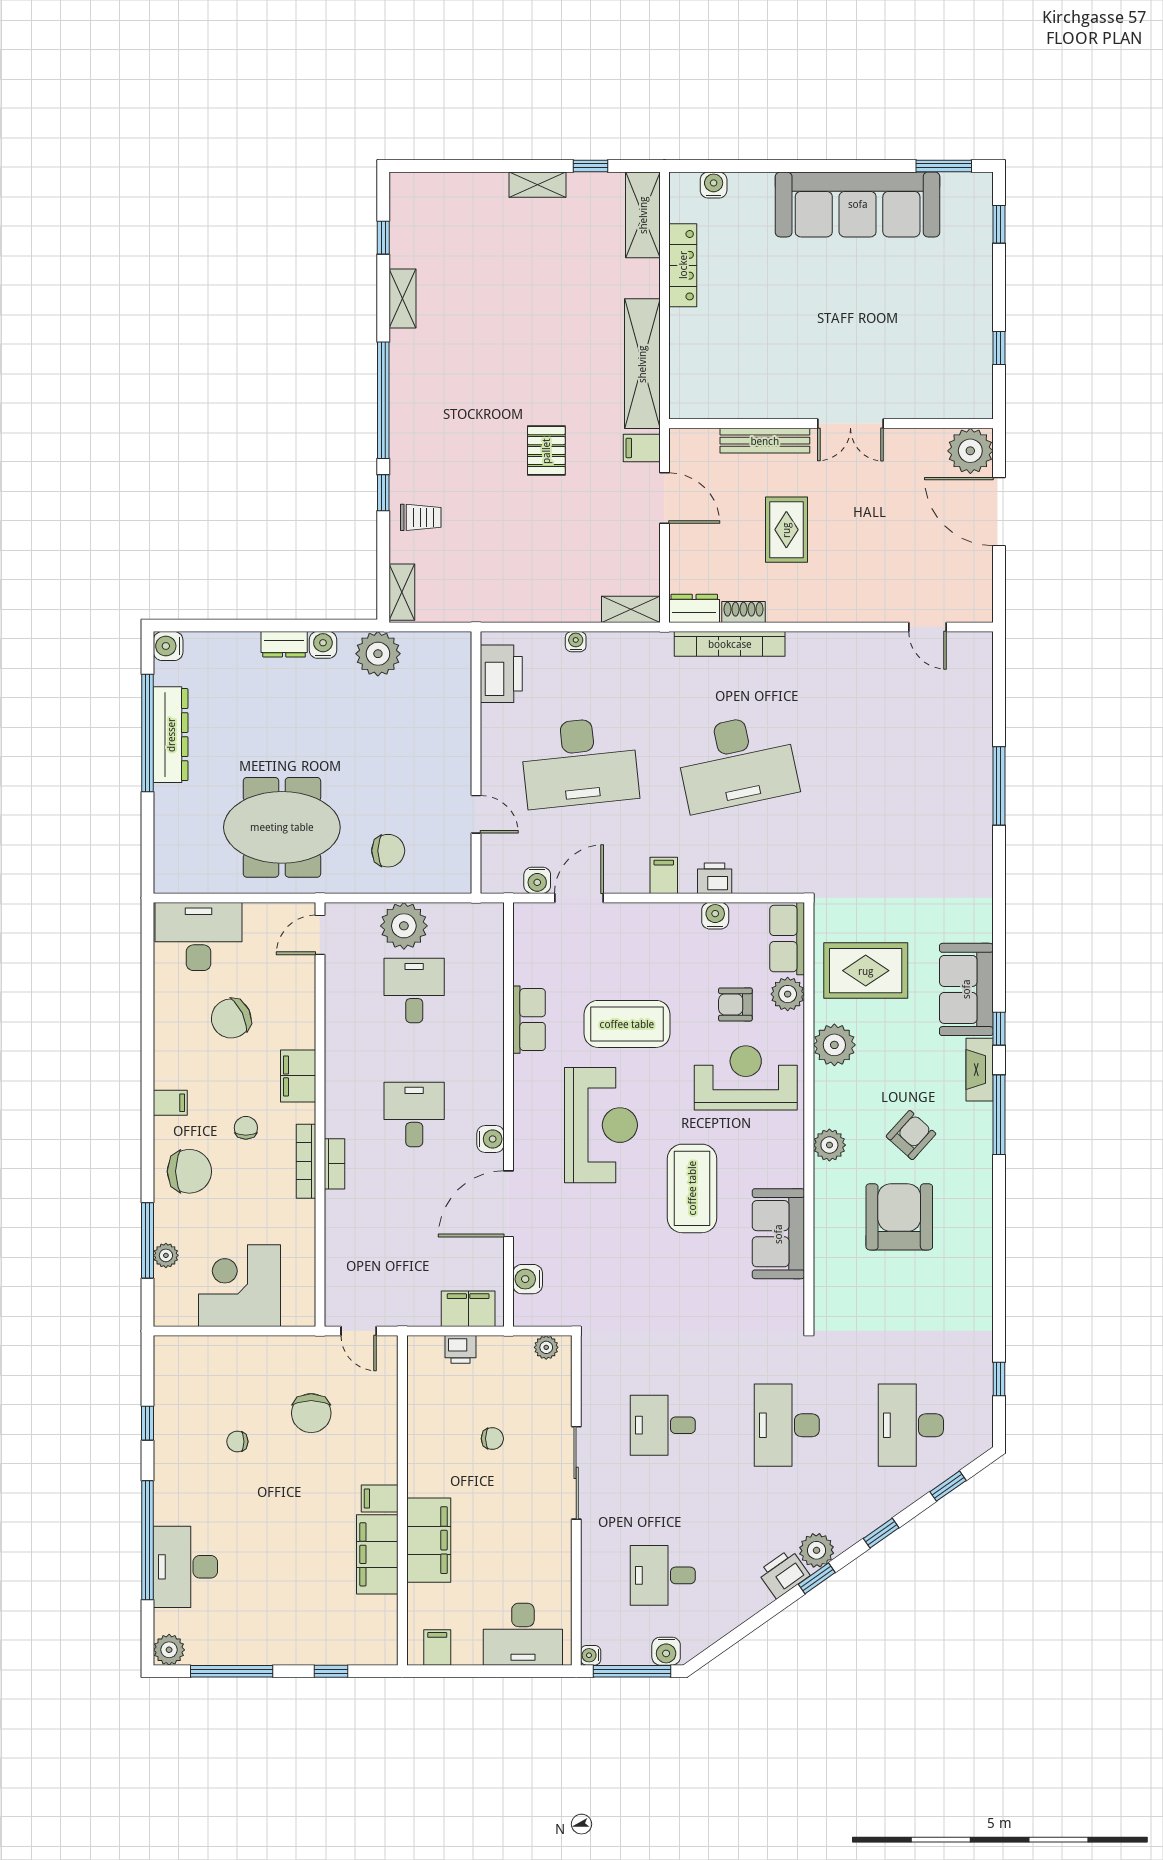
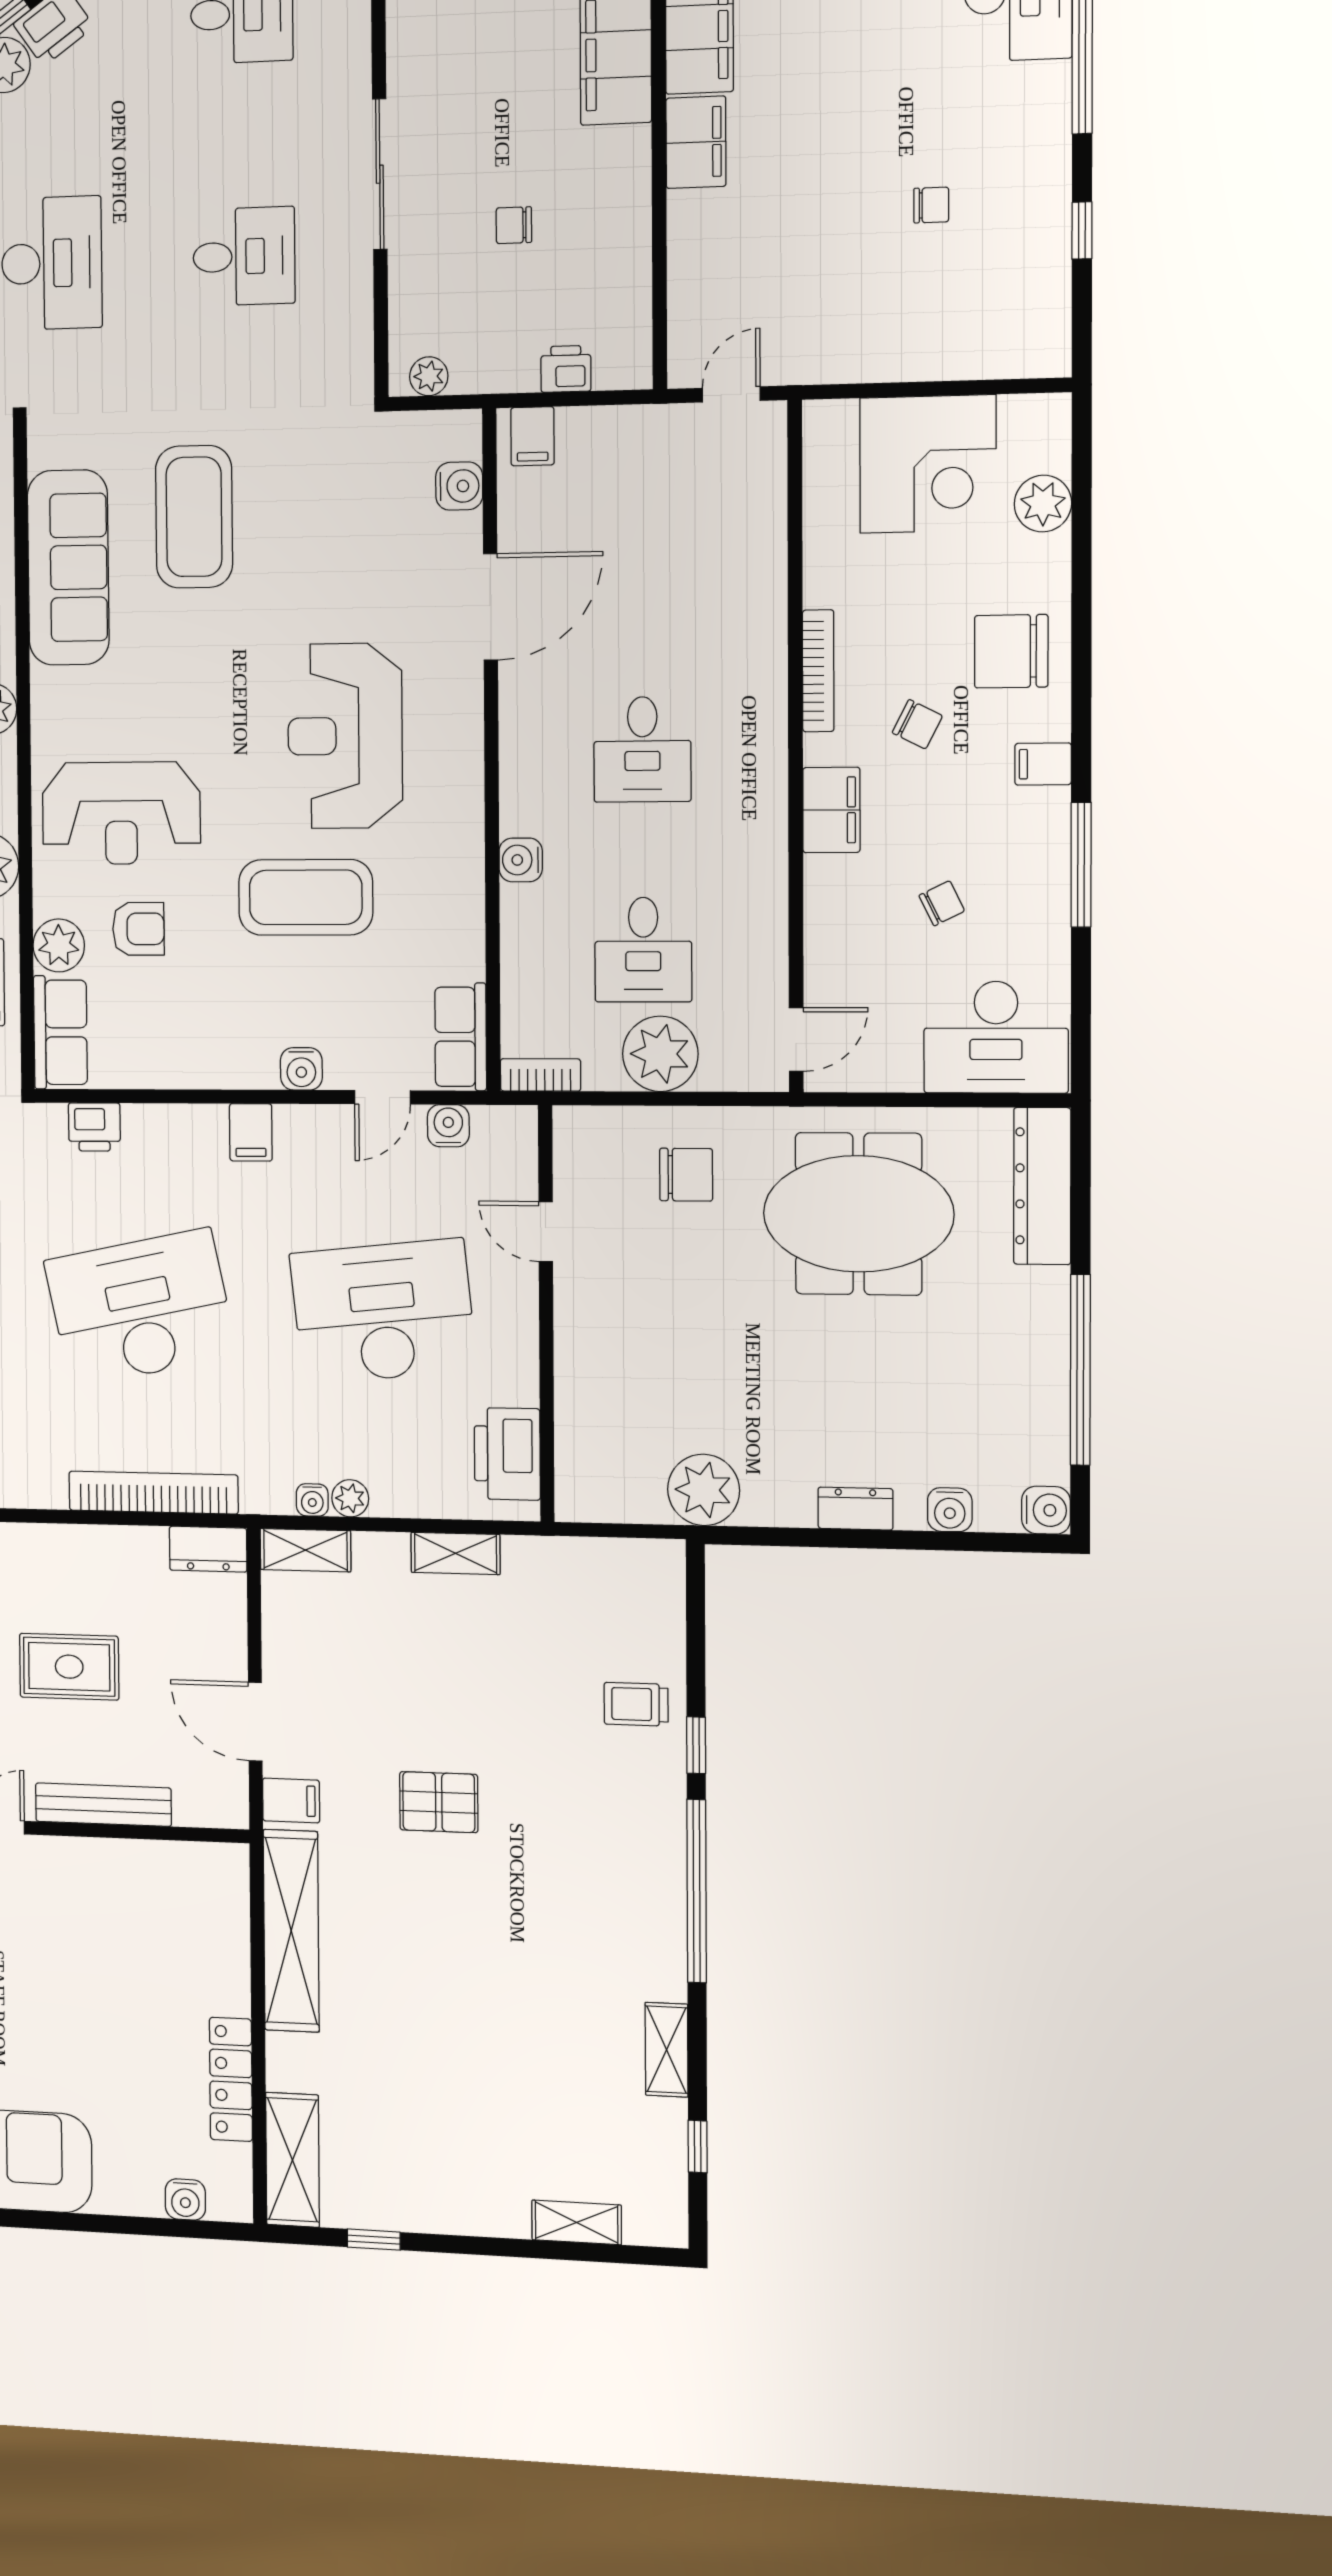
shelving: (537, 185) -> (577, 2222), moved
pallet: (546, 451) -> (439, 1802), turned 90
rug: (786, 530) -> (69, 1667), turned 90
shelving: (402, 592) -> (455, 1553), moved, turned 90
shoe rack: (743, 612) -> (133, 1542), removed
water cooler: (576, 642) -> (312, 1500), moved
plant: (602, 643) -> (350, 1498), added
water cooler: (323, 645) -> (950, 1510), moved
dresser: (171, 735) -> (1042, 1186), moved
chair: (388, 851) -> (686, 1175), turned 180
printer: (715, 878) -> (94, 1127), moved
door: (579, 898) -> (382, 1097), width x0.73
water cooler: (715, 916) -> (301, 1069), moved
chair: (231, 1018) -> (942, 903), width x0.54, depth x0.54
row of seats: (529, 1020) -> (461, 1037), moved
chair: (246, 1128) -> (917, 724), turned -63
water cooler: (490, 1139) -> (521, 860), moved
bookcase: (334, 1164) -> (540, 1075), moved, turned 90
coffee table: (692, 1188) -> (194, 517), moved
sofa: (778, 1234) -> (68, 568), width x1.36
window: (148, 1240) -> (1081, 865), moved
plant: (166, 1255) -> (1043, 504), width x1.38, depth x1.38
filing cabinet: (468, 1309) -> (532, 436), width x0.50
door: (359, 1331) -> (731, 394), hinge flipped
chair: (311, 1413) -> (809, 257), removed
filing cabinet: (380, 1499) -> (696, 142), width x2.00

